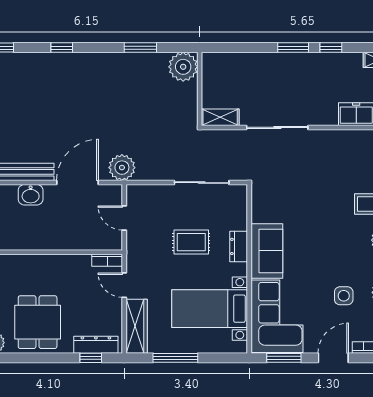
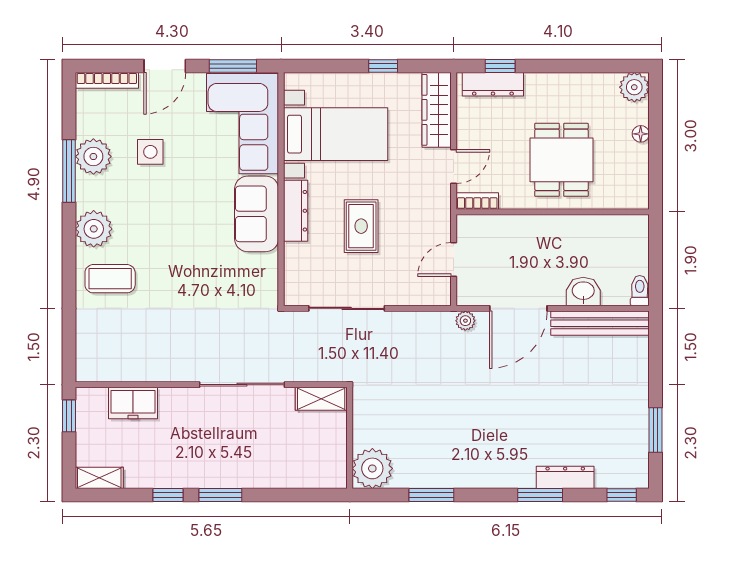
window: (62, 48) -> (540, 495), width x1.50
dresser: (44, 60) -> (565, 477), added
plant: (122, 168) -> (465, 321), width x0.53, depth x0.53
door: (124, 218) -> (454, 259), swing flipped
rug: (191, 242) -> (361, 226), turned 90
dresser: (239, 246) -> (296, 211), width x1.44
door: (124, 285) -> (454, 167), hinge flipped
dining table: (38, 322) -> (561, 160), moved
window: (175, 358) -> (383, 66), width x0.46

